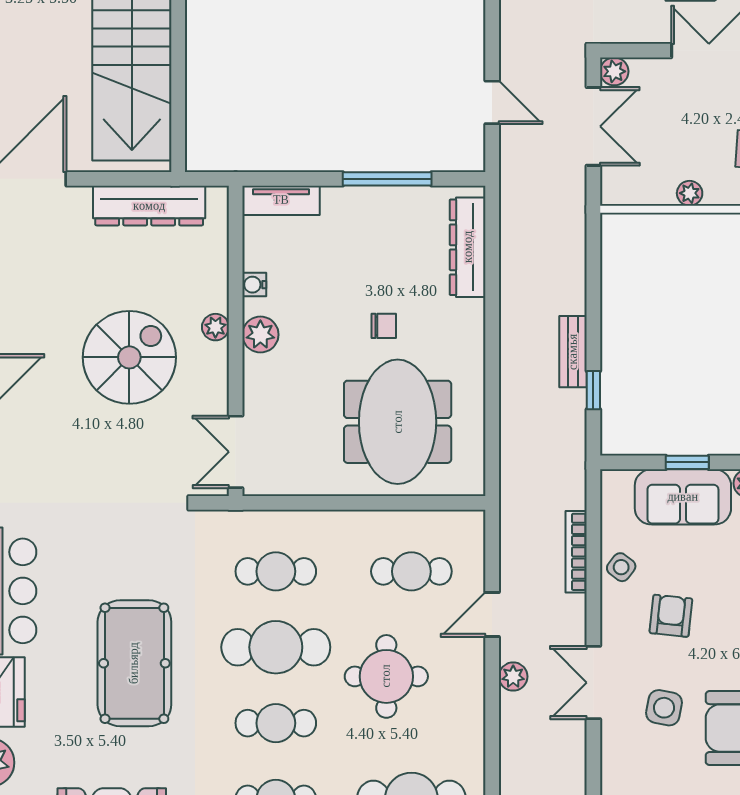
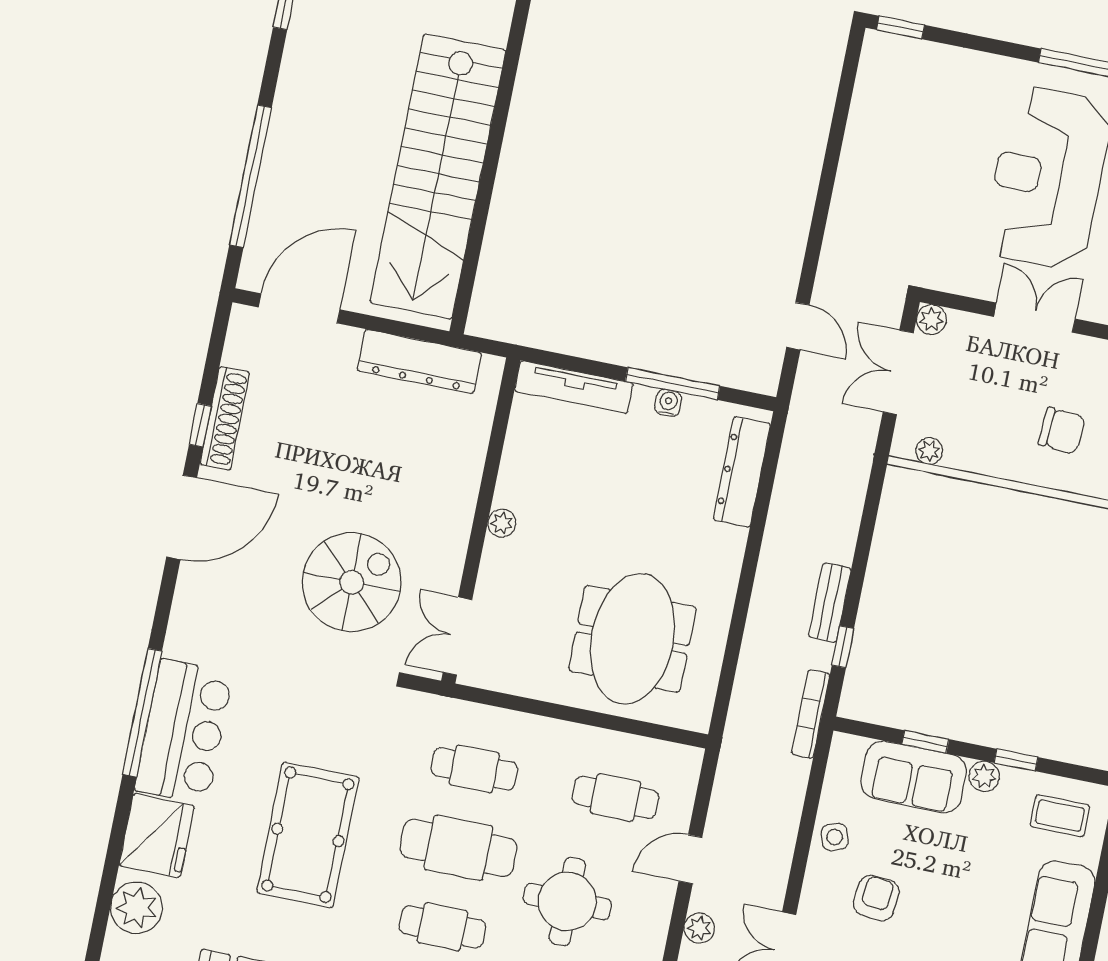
double door: (593, 126) -> (898, 372), swing flipped
plant: (690, 193) -> (929, 451), moved
tv unit: (281, 200) -> (574, 387), width x1.41
water cooler: (254, 285) -> (668, 403), moved, turned 90
chair: (384, 326) -> (638, 536), removed
plant: (215, 327) -> (463, 502), removed
plant: (260, 335) -> (502, 523), width x0.73, depth x0.73
spiral stairs: (129, 357) -> (352, 582), moved
bookcase: (576, 552) -> (811, 714), moved
side table: (621, 567) -> (835, 837), turned 34

